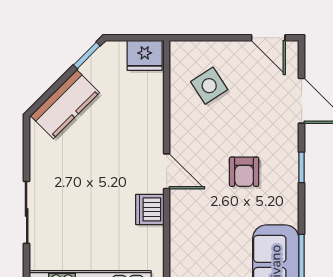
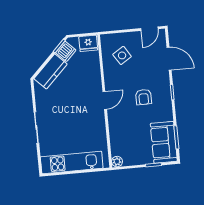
door: (268, 38) -> (149, 29), hinge flipped
door: (167, 171) -> (105, 100), hinge flipped
dishwasher: (150, 209) -> (66, 51), moved, turned -135

